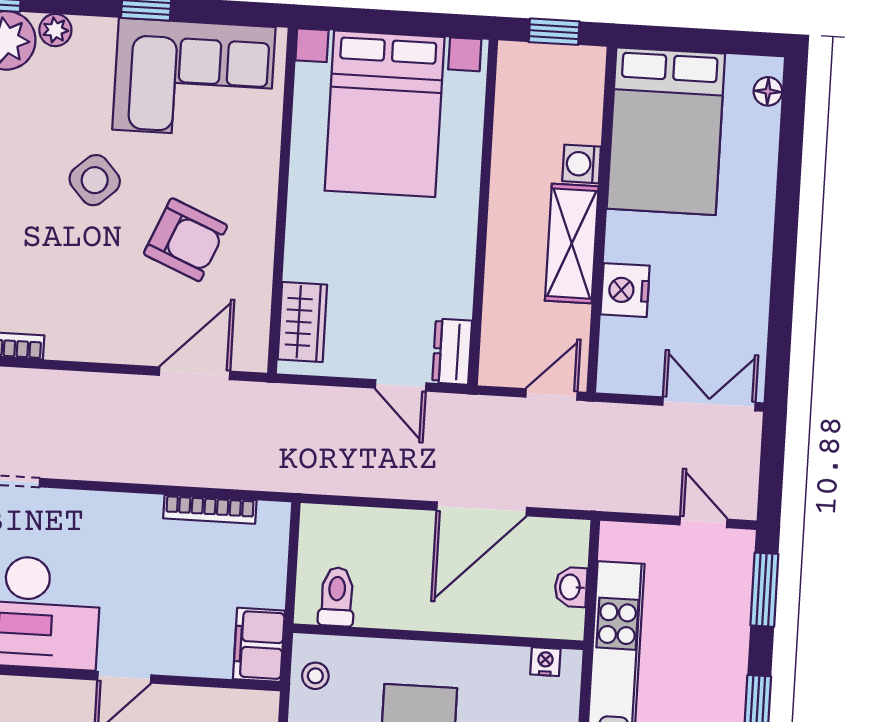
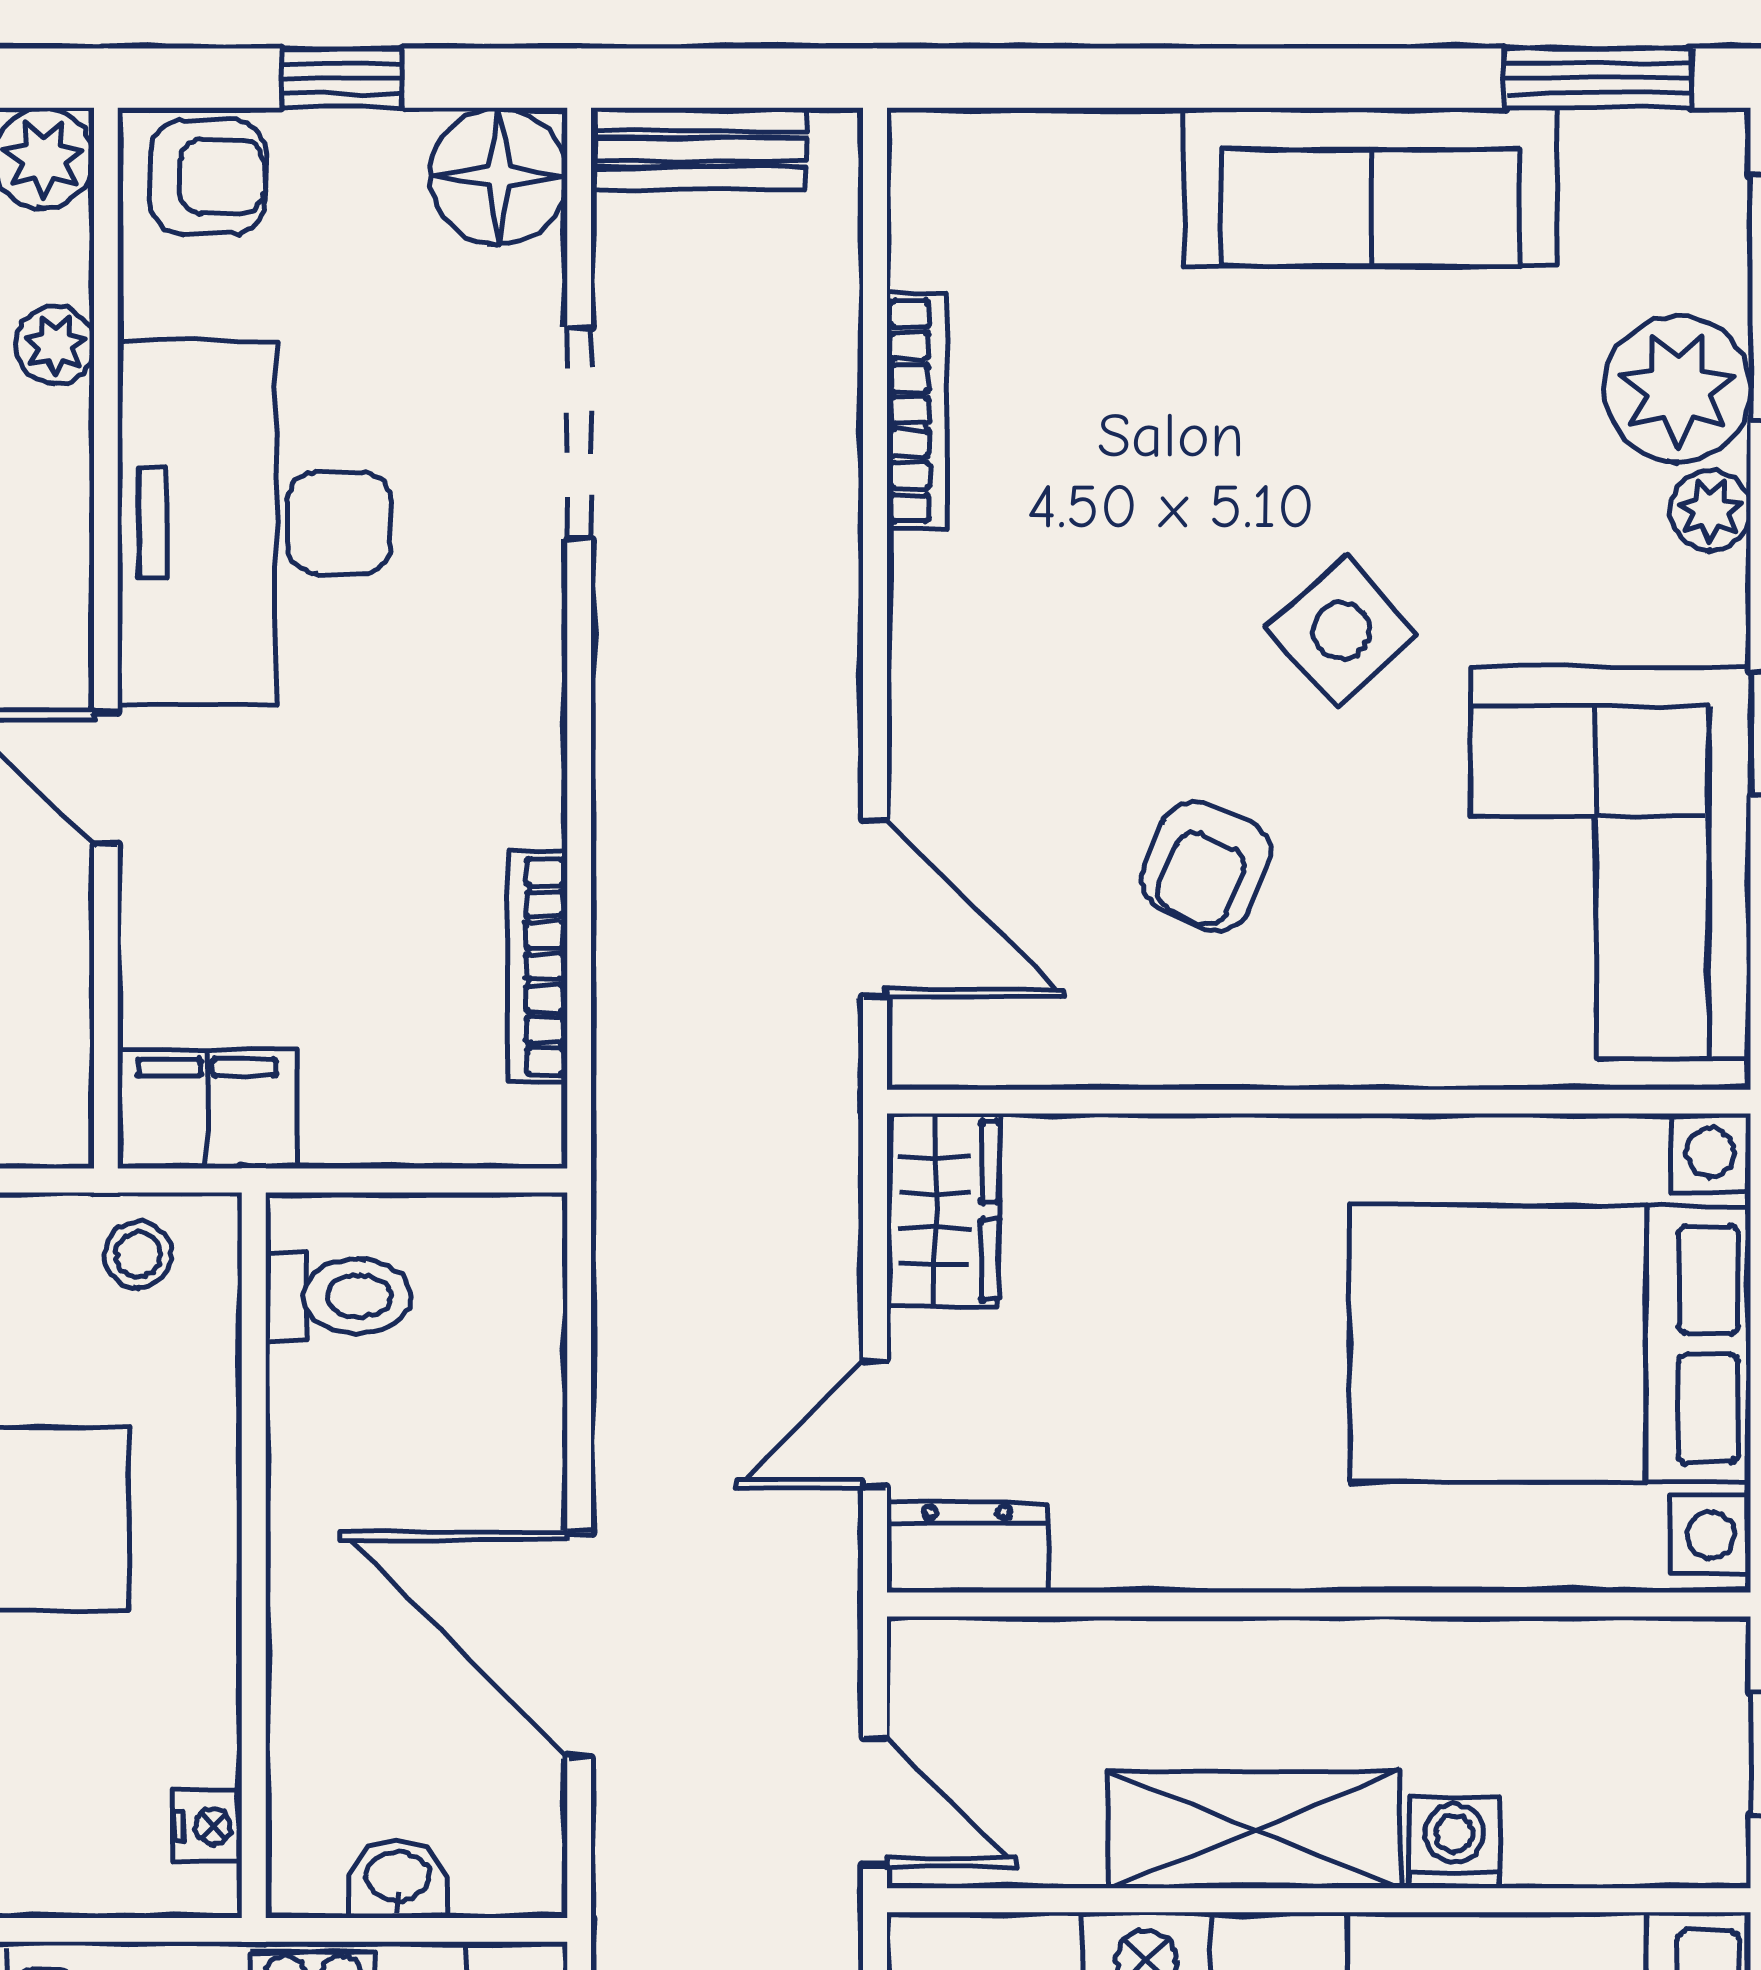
armchair: (186, 240) -> (1207, 866), width x0.72, depth x0.72
wardrobe: (302, 322) -> (943, 1210), moved, turned -90

